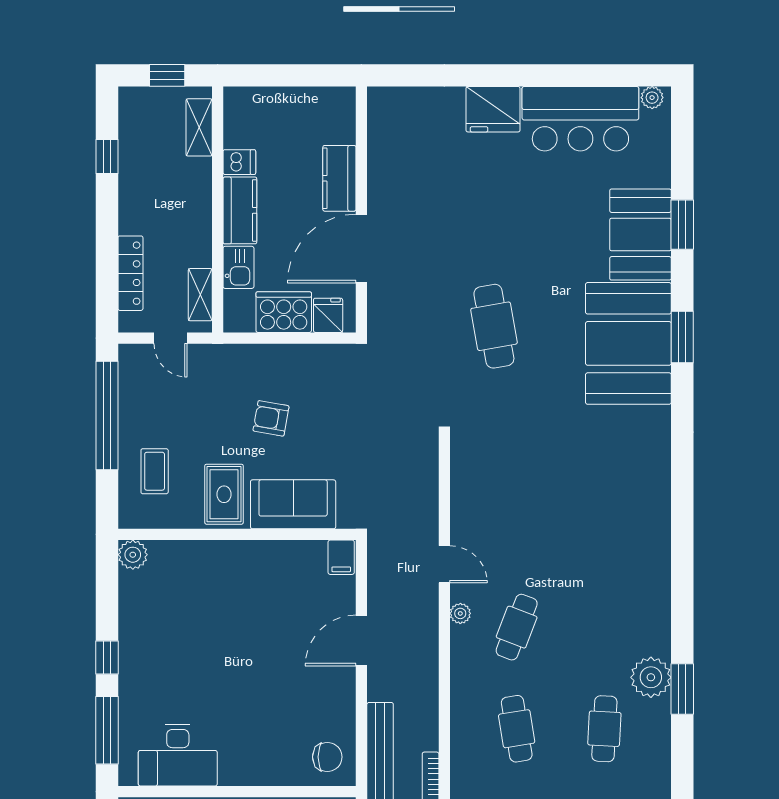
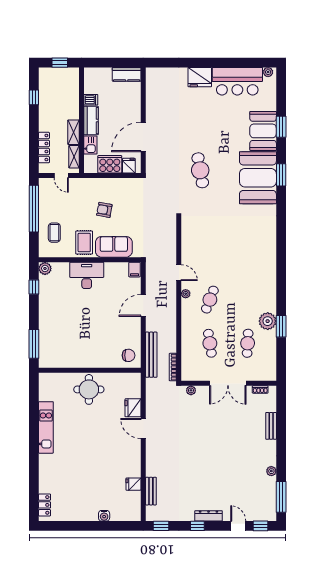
shelving: (199, 127) -> (73, 132), moved
kitchen counter: (339, 178) -> (127, 74), moved, turned -90
window: (107, 657) -> (34, 287), moved
desk: (178, 755) -> (87, 275), moved, turned 180

